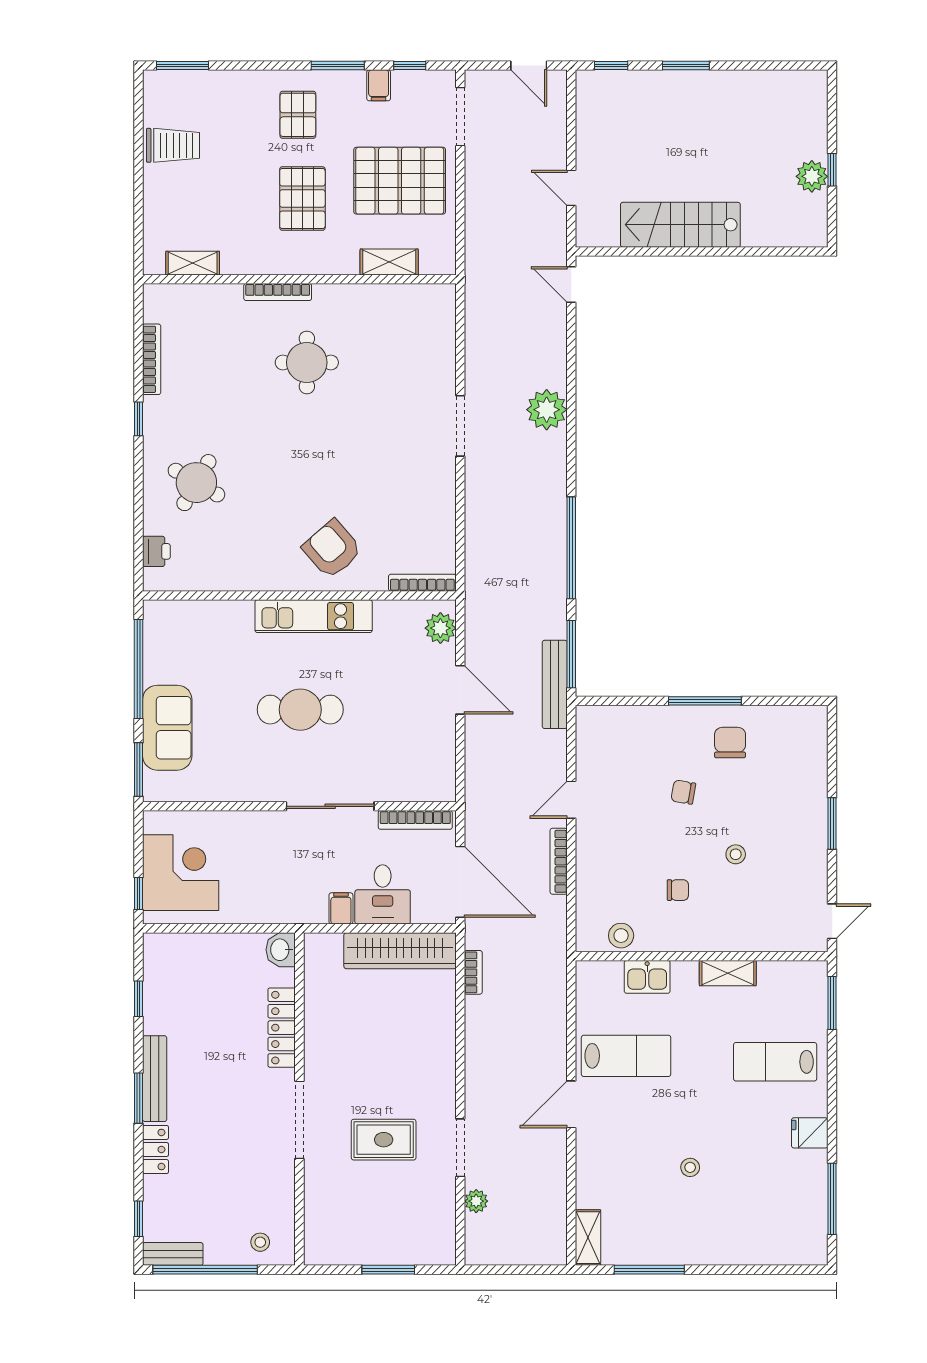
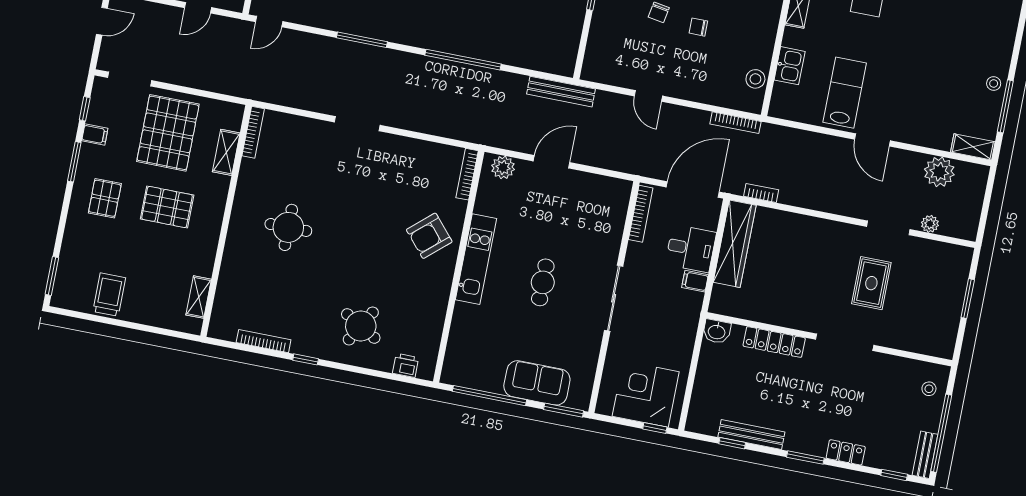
pallet: (298, 115) -> (105, 198), turned 90
bookcase: (278, 292) -> (253, 132), moved
plant: (547, 410) -> (939, 172), moved
window: (571, 654) -> (362, 40), moved
cafe table: (300, 710) -> (543, 282), width x0.73, depth x0.74
sliding door: (330, 806) -> (614, 298), moved
bookcase: (559, 861) -> (735, 123), moved
chair: (678, 890) -> (698, 27), moved, turned -90
bench: (155, 1079) -> (751, 435), moved
stool: (690, 1167) -> (994, 84), moved

